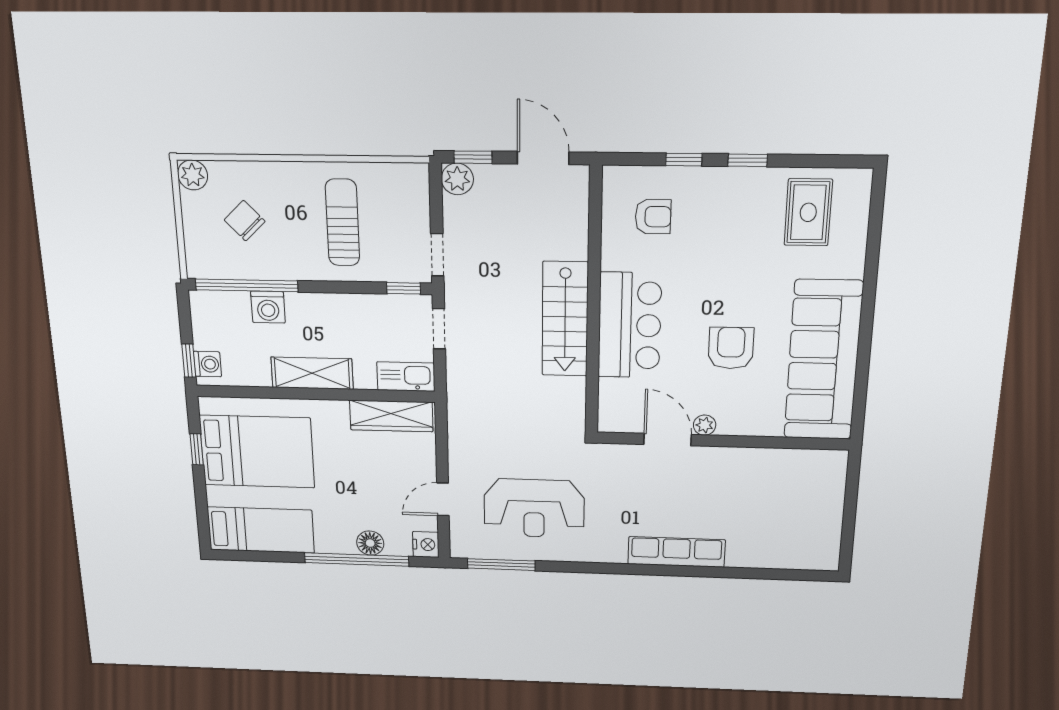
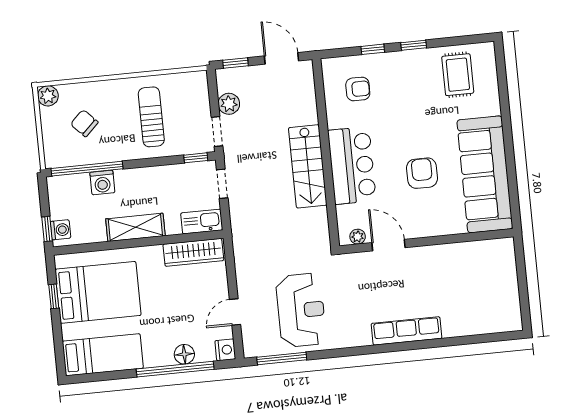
plant: (457, 179) -> (229, 104), moved
plant: (705, 425) -> (358, 237), moved
reception desk: (534, 508) -> (301, 310), turned -90

